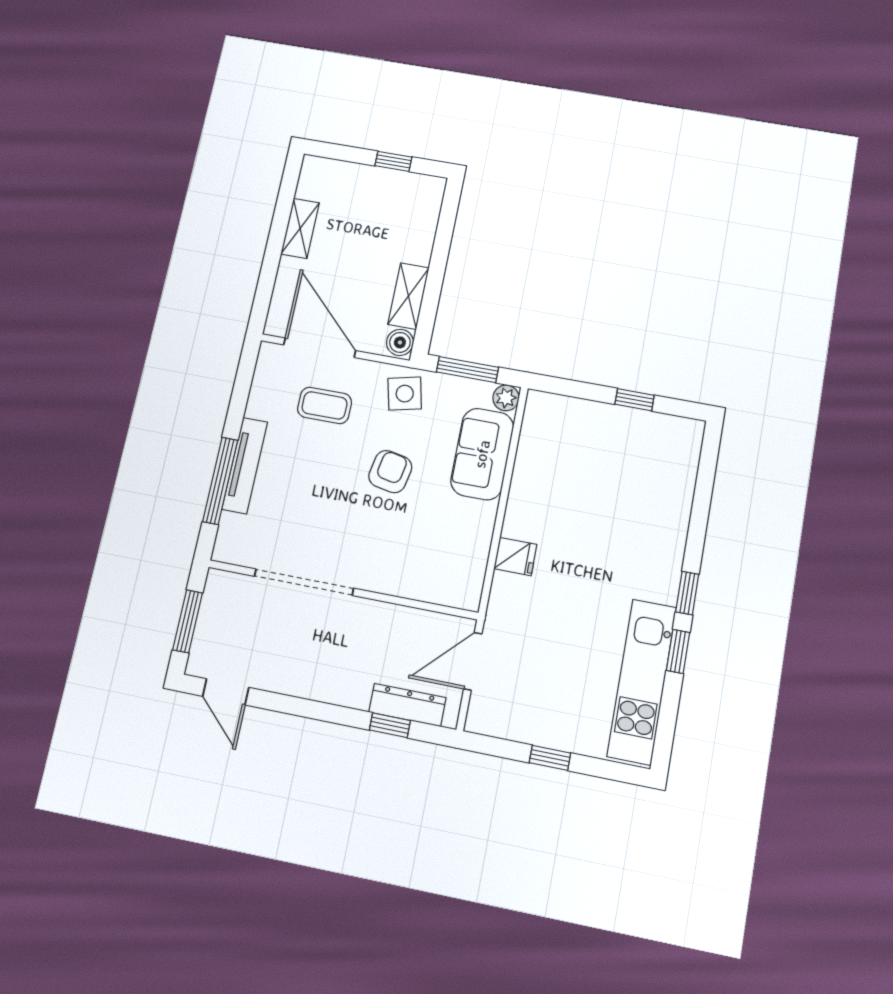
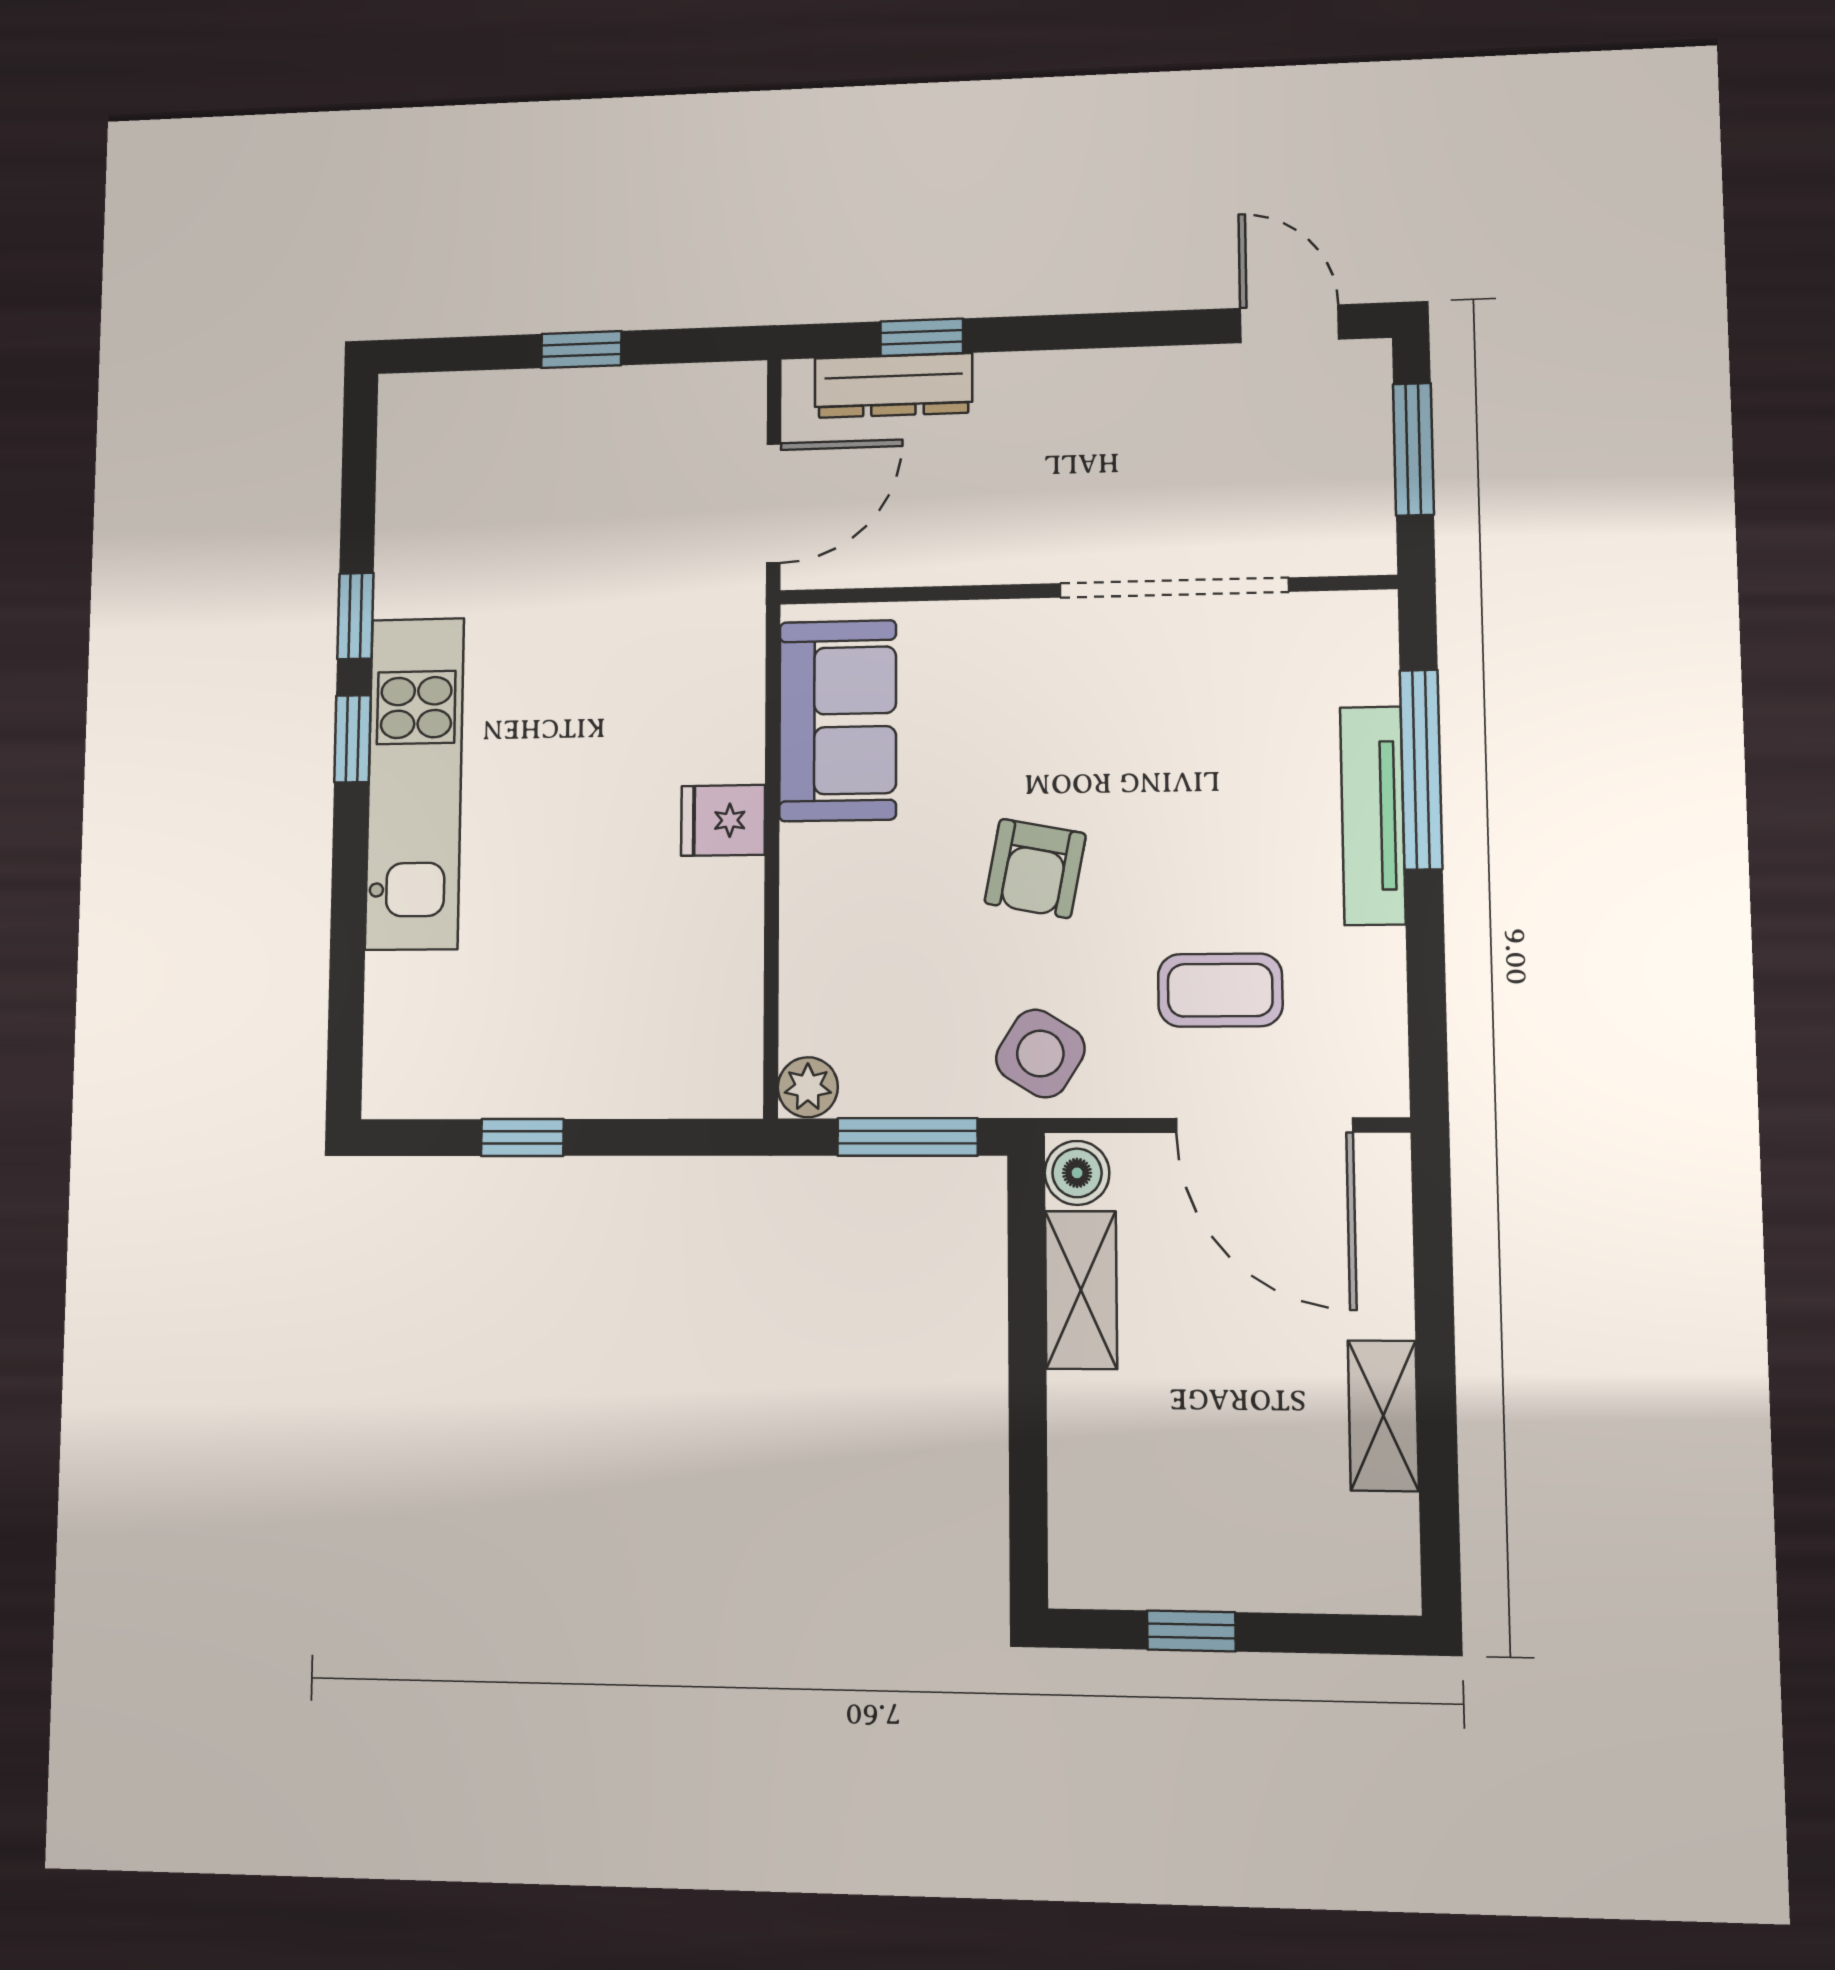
side table: (405, 394) -> (1040, 1054), turned 45
sofa: (482, 454) -> (838, 721), moved
fridge: (515, 557) -> (723, 820), moved
kitchen unit: (642, 681) -> (415, 783), moved

